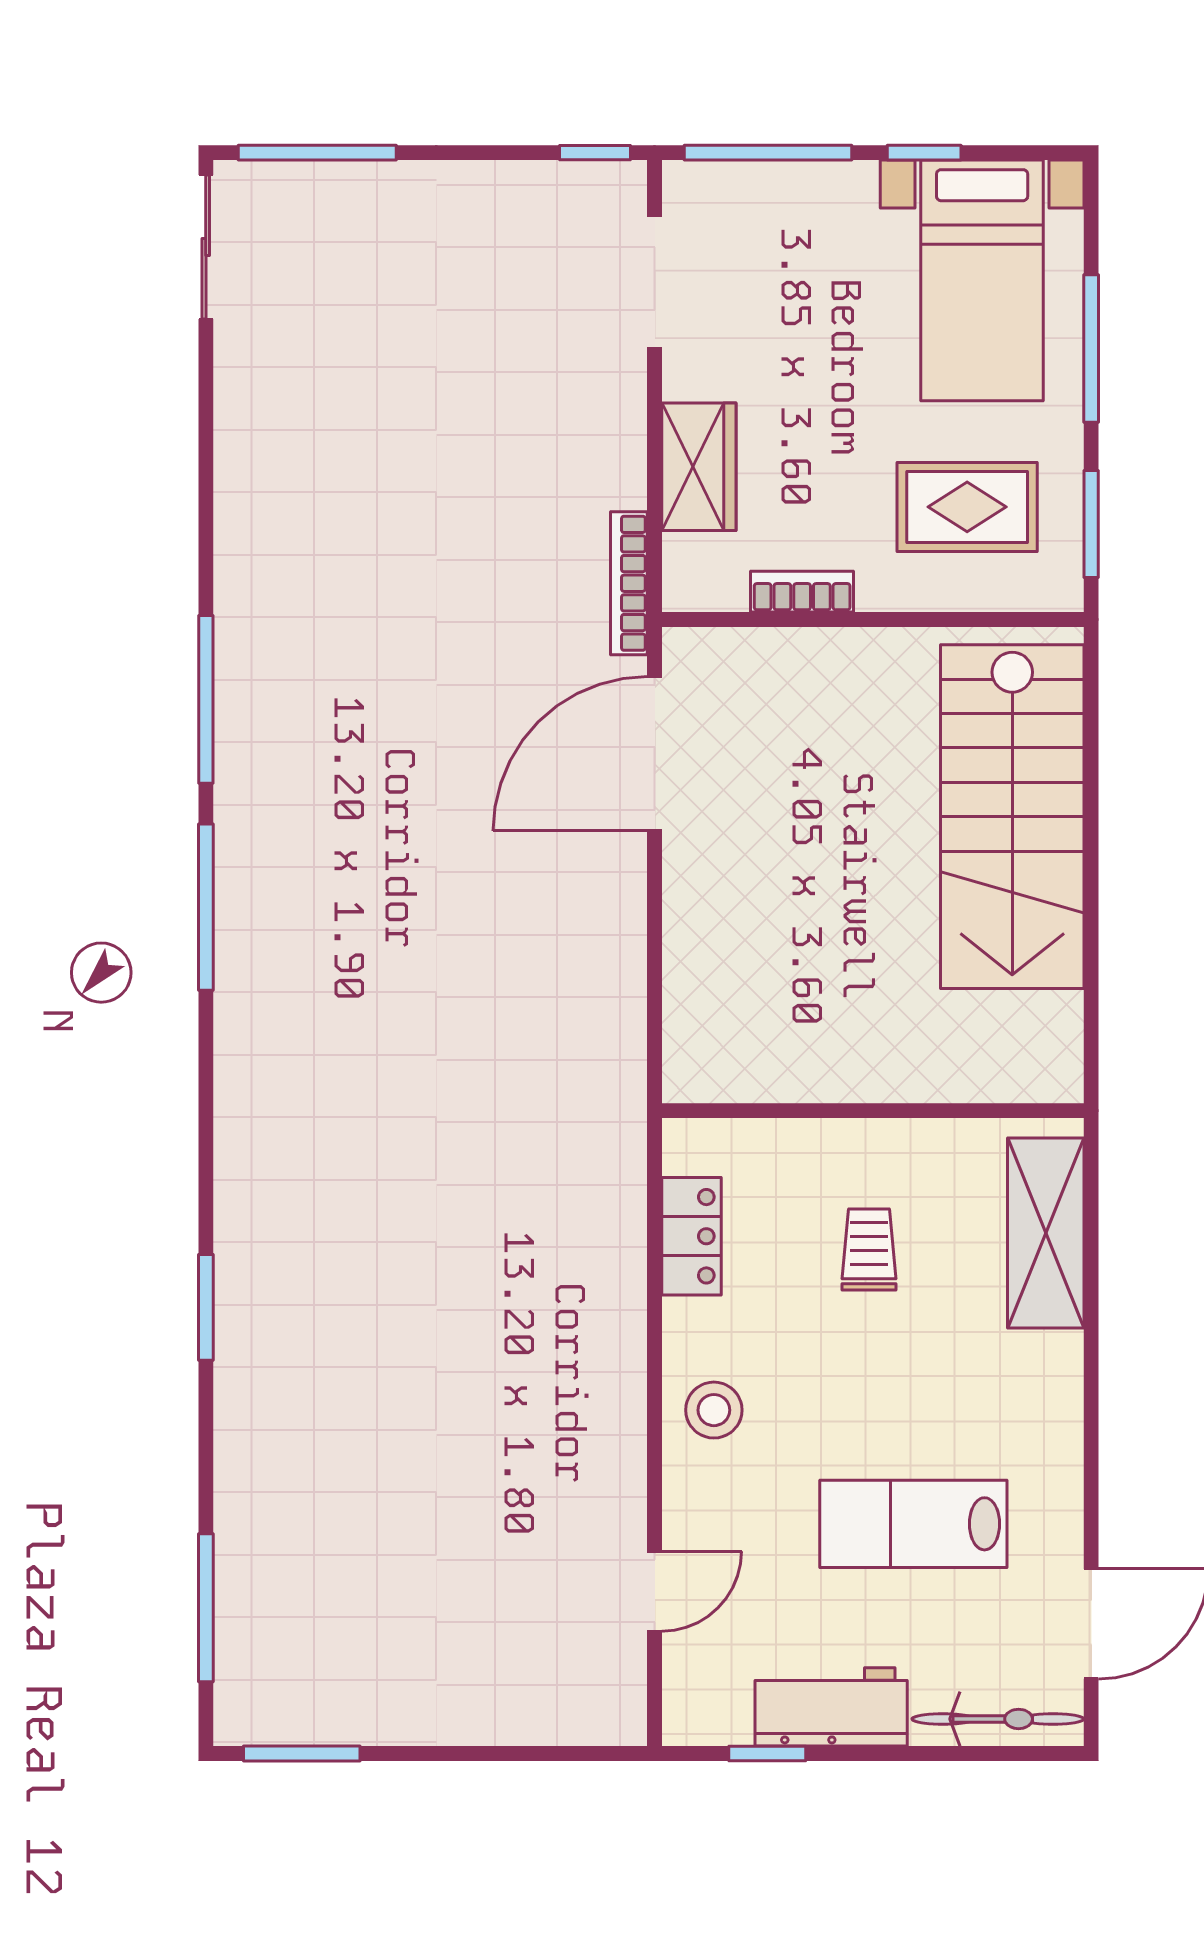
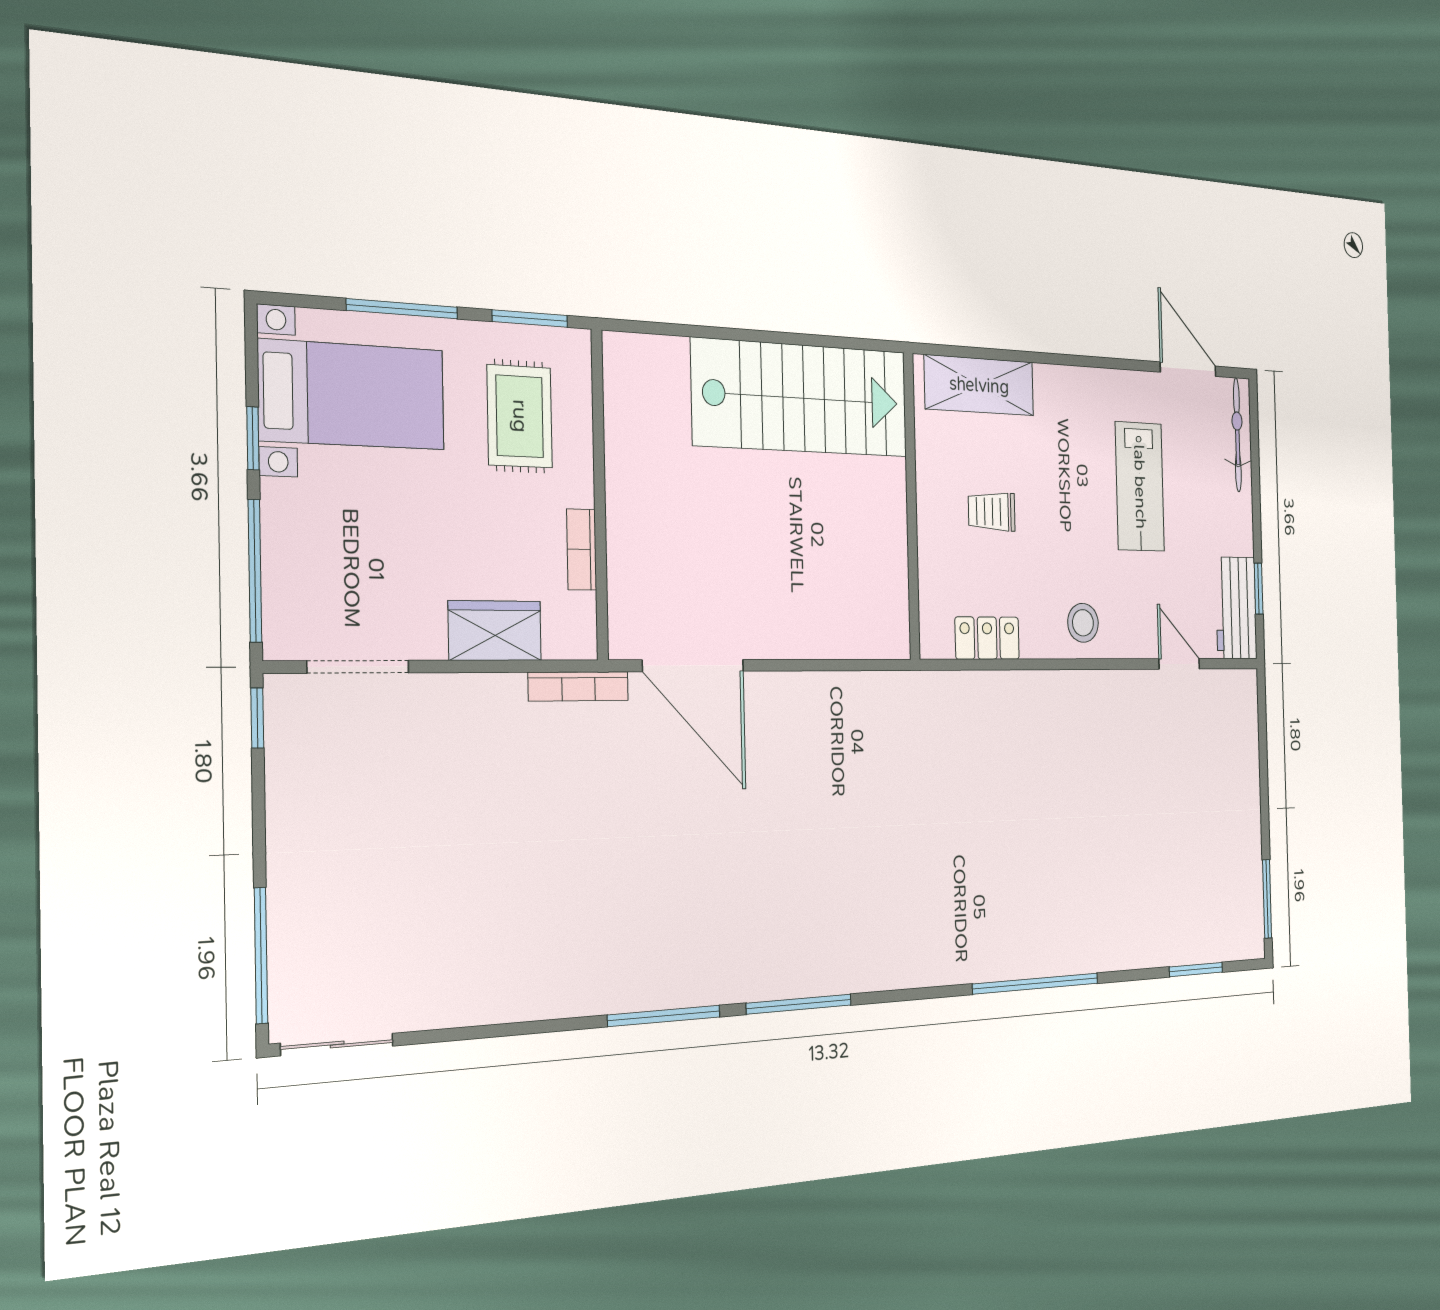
stairs: (1012, 817) -> (801, 398), moved
window: (206, 1307) -> (1036, 984), width x2.11
window: (206, 1608) -> (1196, 970), width x0.69
workbench: (831, 1707) -> (1236, 608), moved

